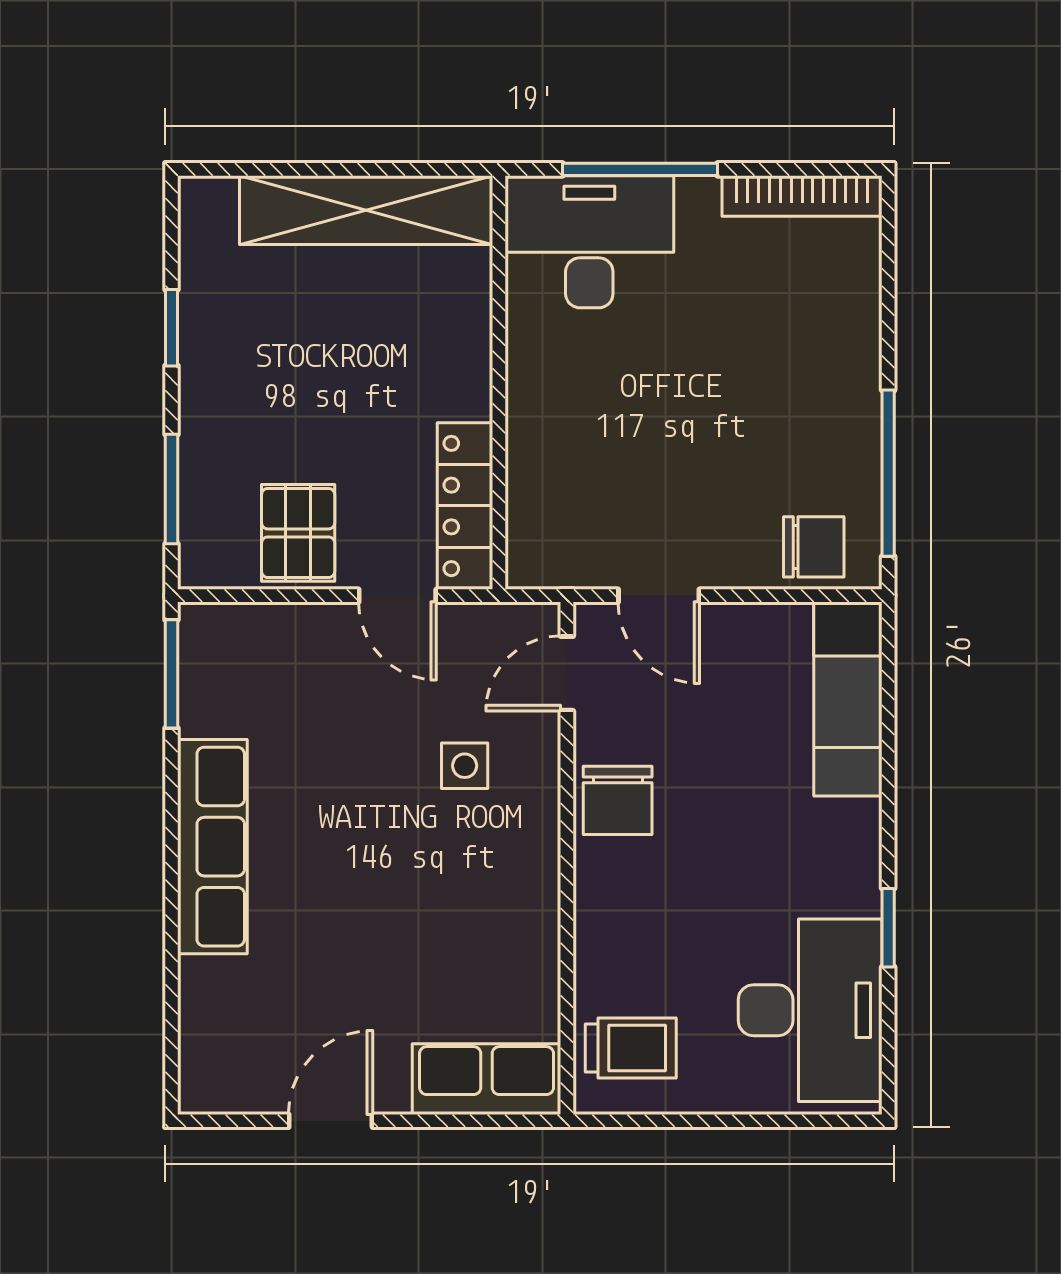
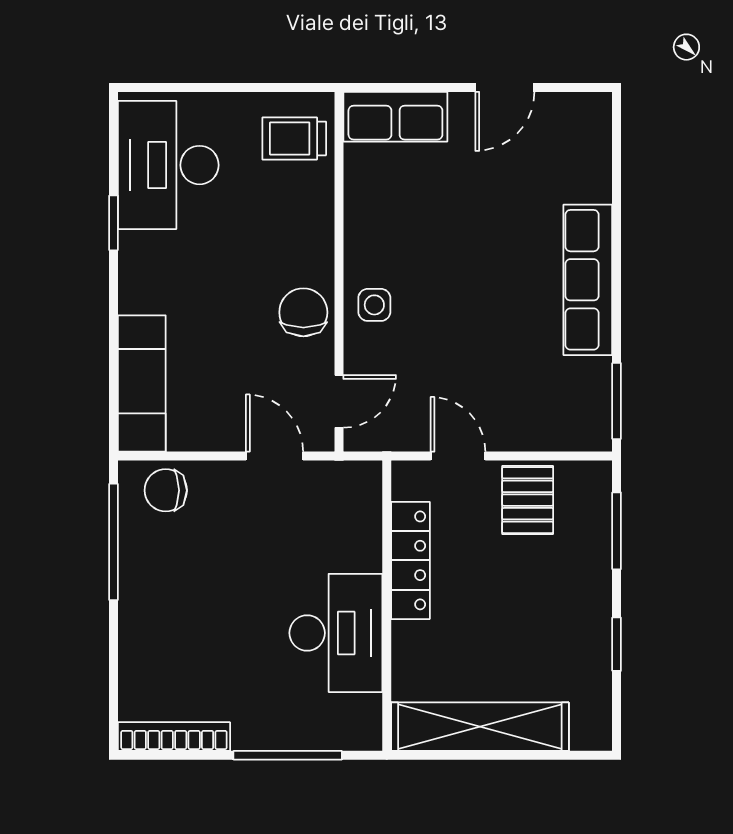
desk: (589, 242) -> (336, 633), moved, turned -90
locker: (465, 506) -> (410, 560), moved
side table: (465, 766) -> (374, 305), moved

